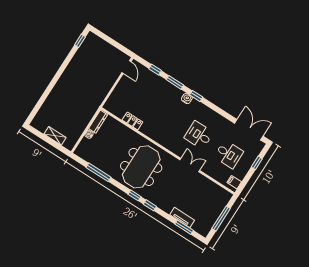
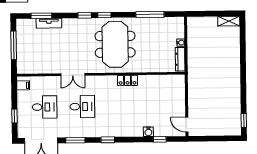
window: (175, 82) -> (75, 140), moved
water cooler: (187, 98) -> (148, 132), moved
locker: (132, 121) -> (127, 80), moved
shelving: (55, 136) -> (229, 21), moved
desk: (229, 154) -> (45, 107), turned 180

